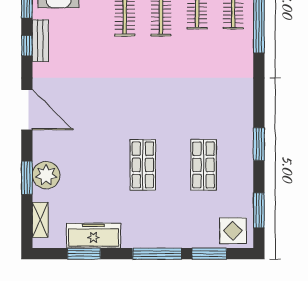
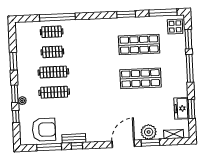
door: (27, 110) -> (123, 144), moved
shop shelf: (143, 165) -> (141, 78), width x1.43, depth x1.36
shop shelf: (204, 165) -> (139, 44), width x1.43, depth x1.36
window: (259, 210) -> (163, 13), width x1.44
freezer: (93, 236) -> (181, 108), width x0.71

